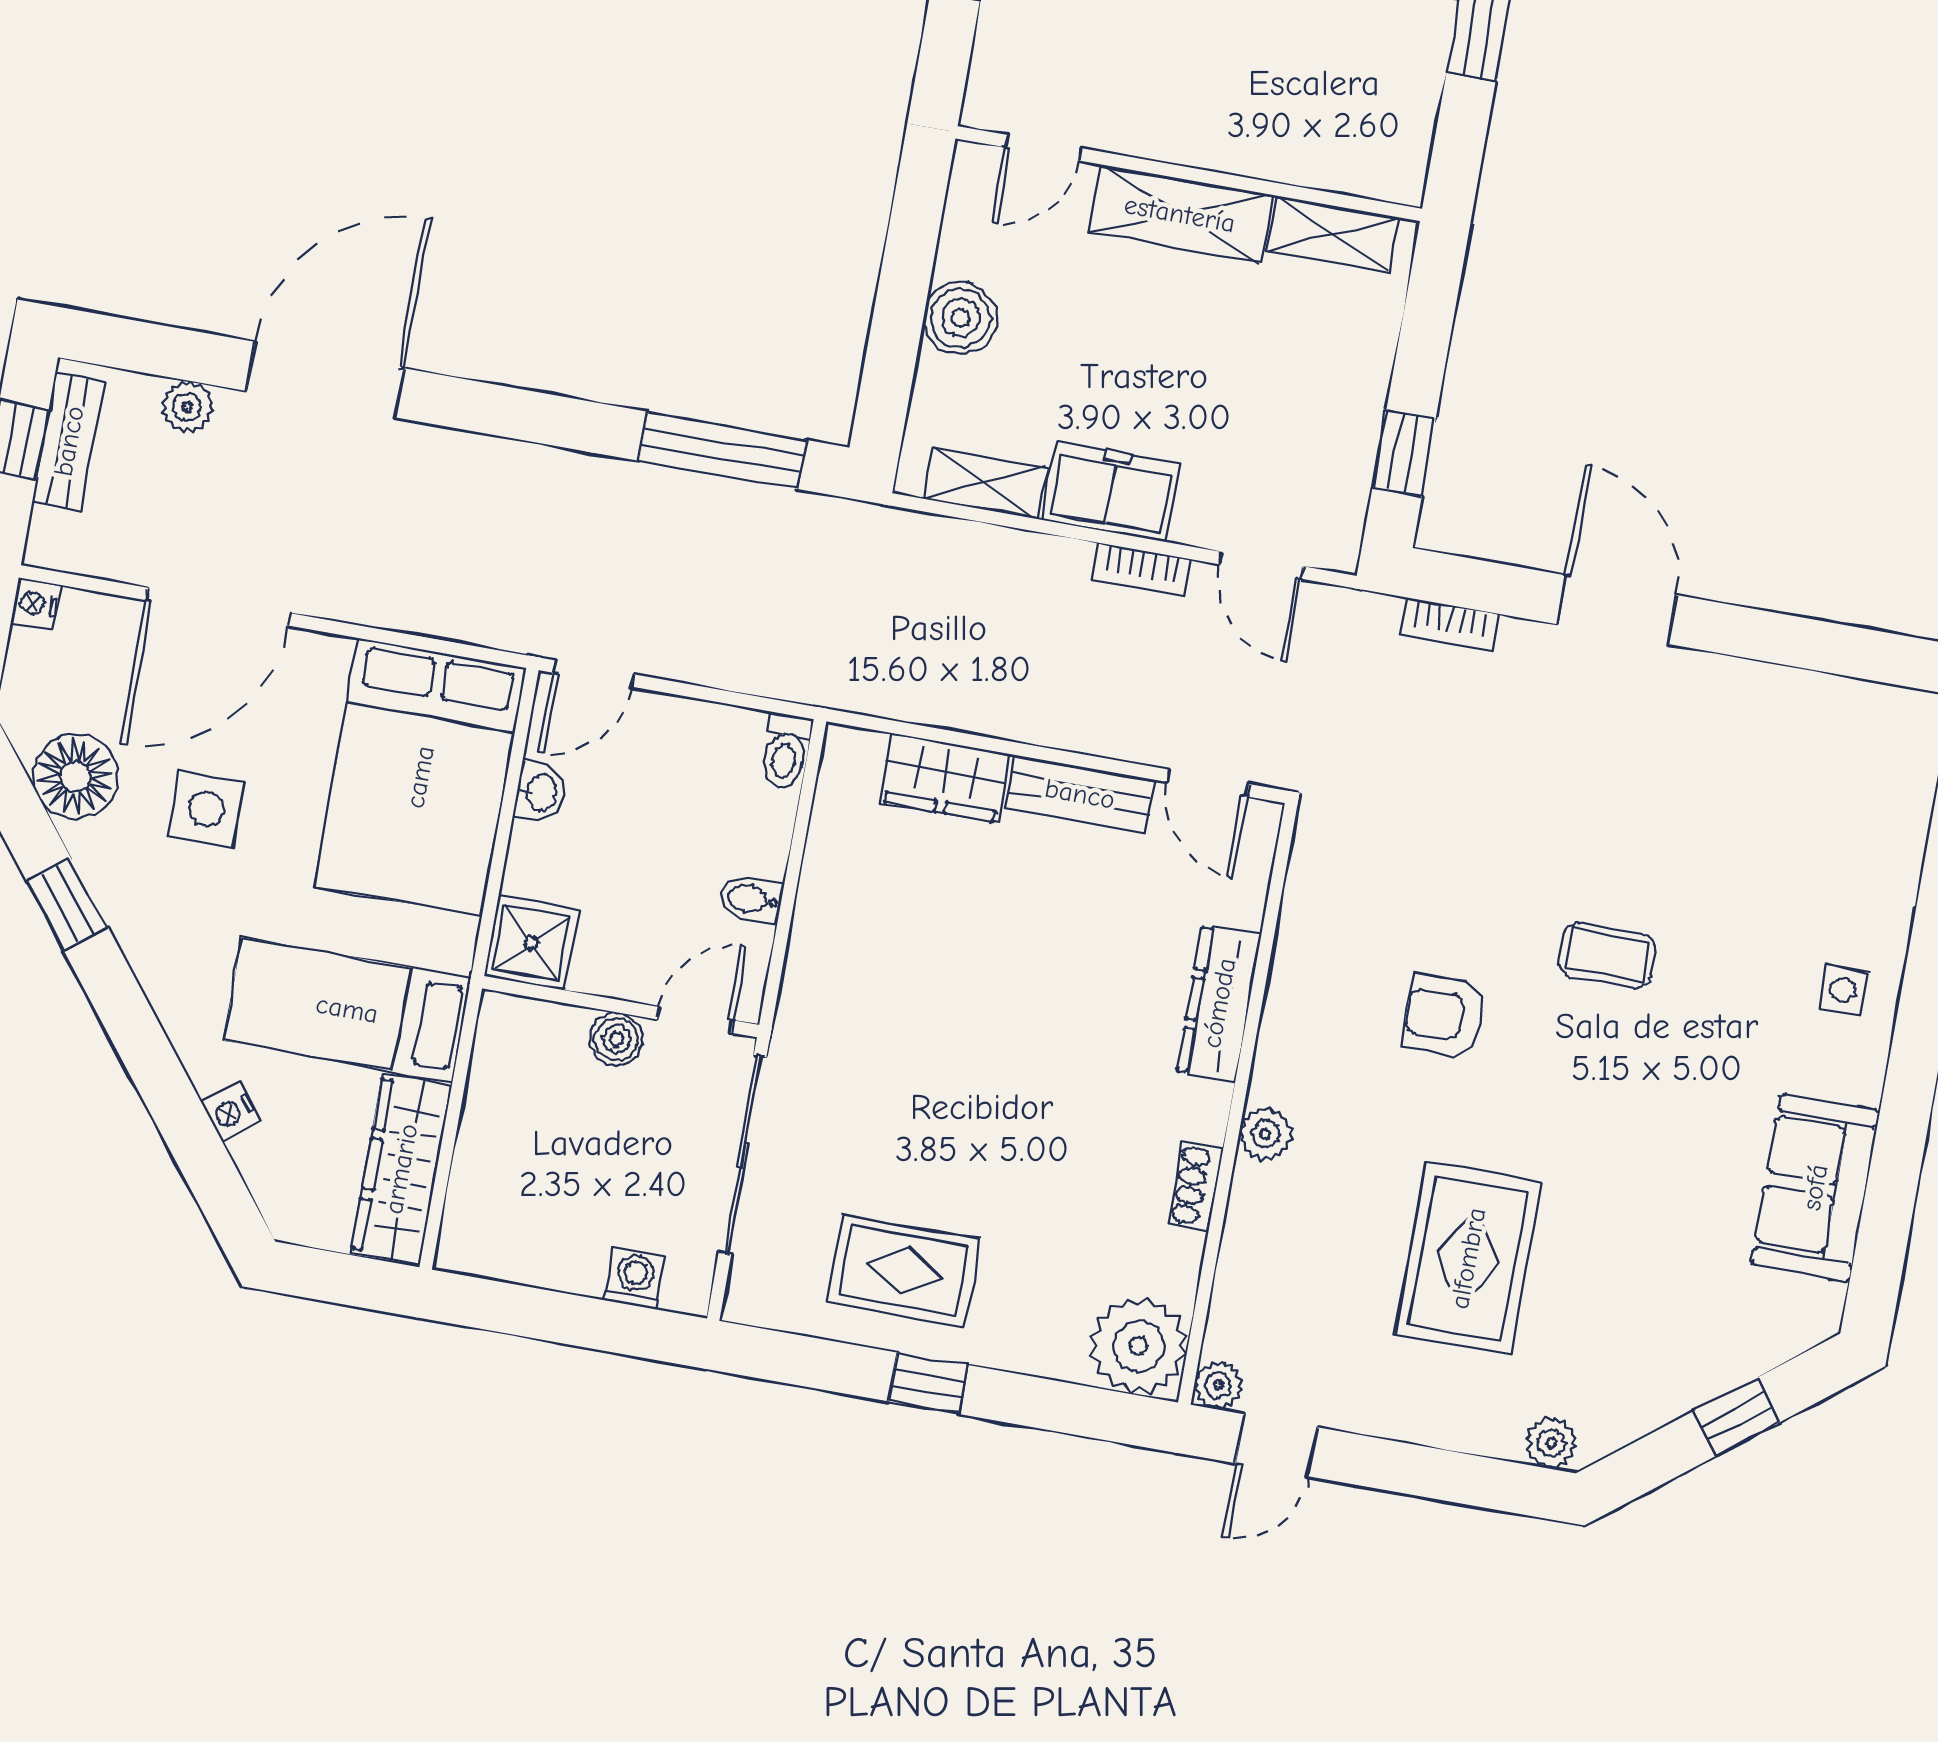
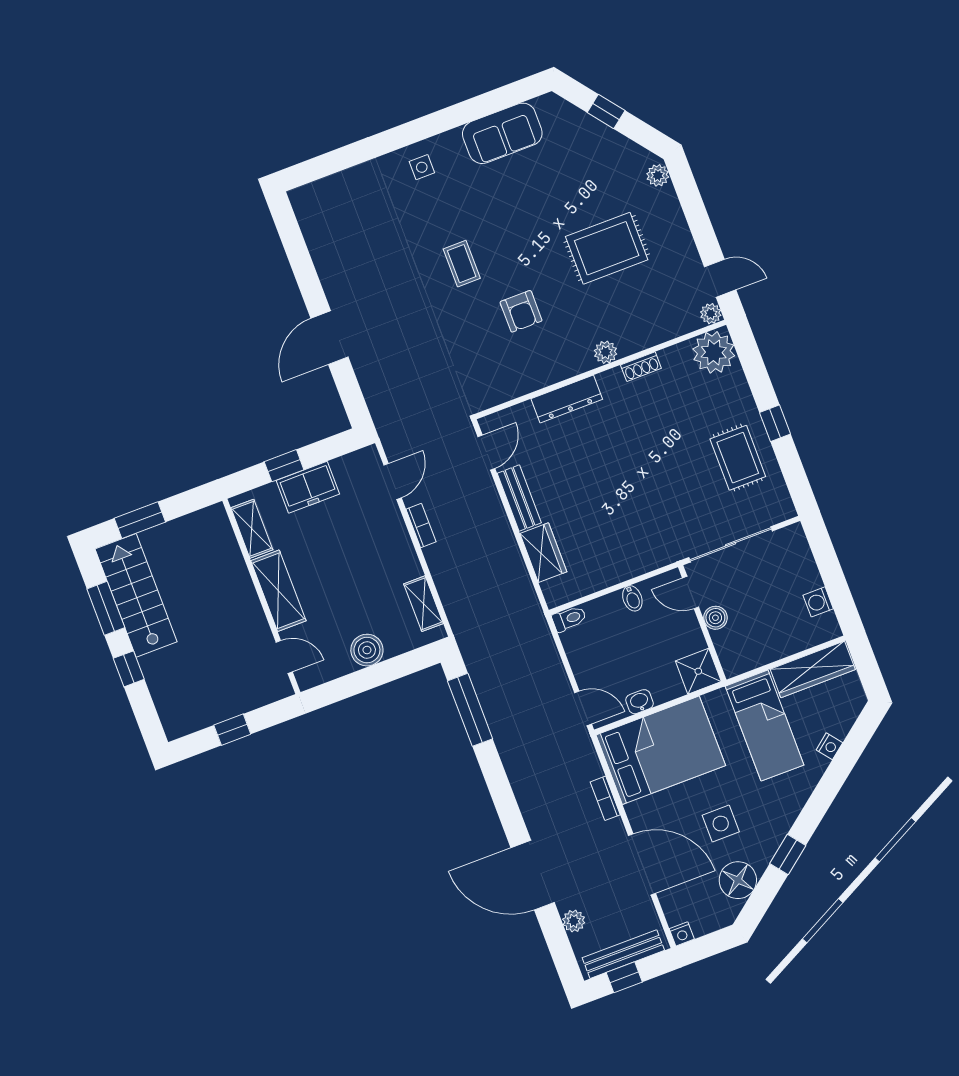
bench: (69, 441) -> (623, 954), width x1.36
window: (1404, 454) -> (284, 466), moved
freezer: (1111, 491) -> (308, 487), moved, turned -90
bookcase: (1450, 624) -> (605, 798), moved, turned 180
washing machine: (635, 1278) -> (818, 602), moved

